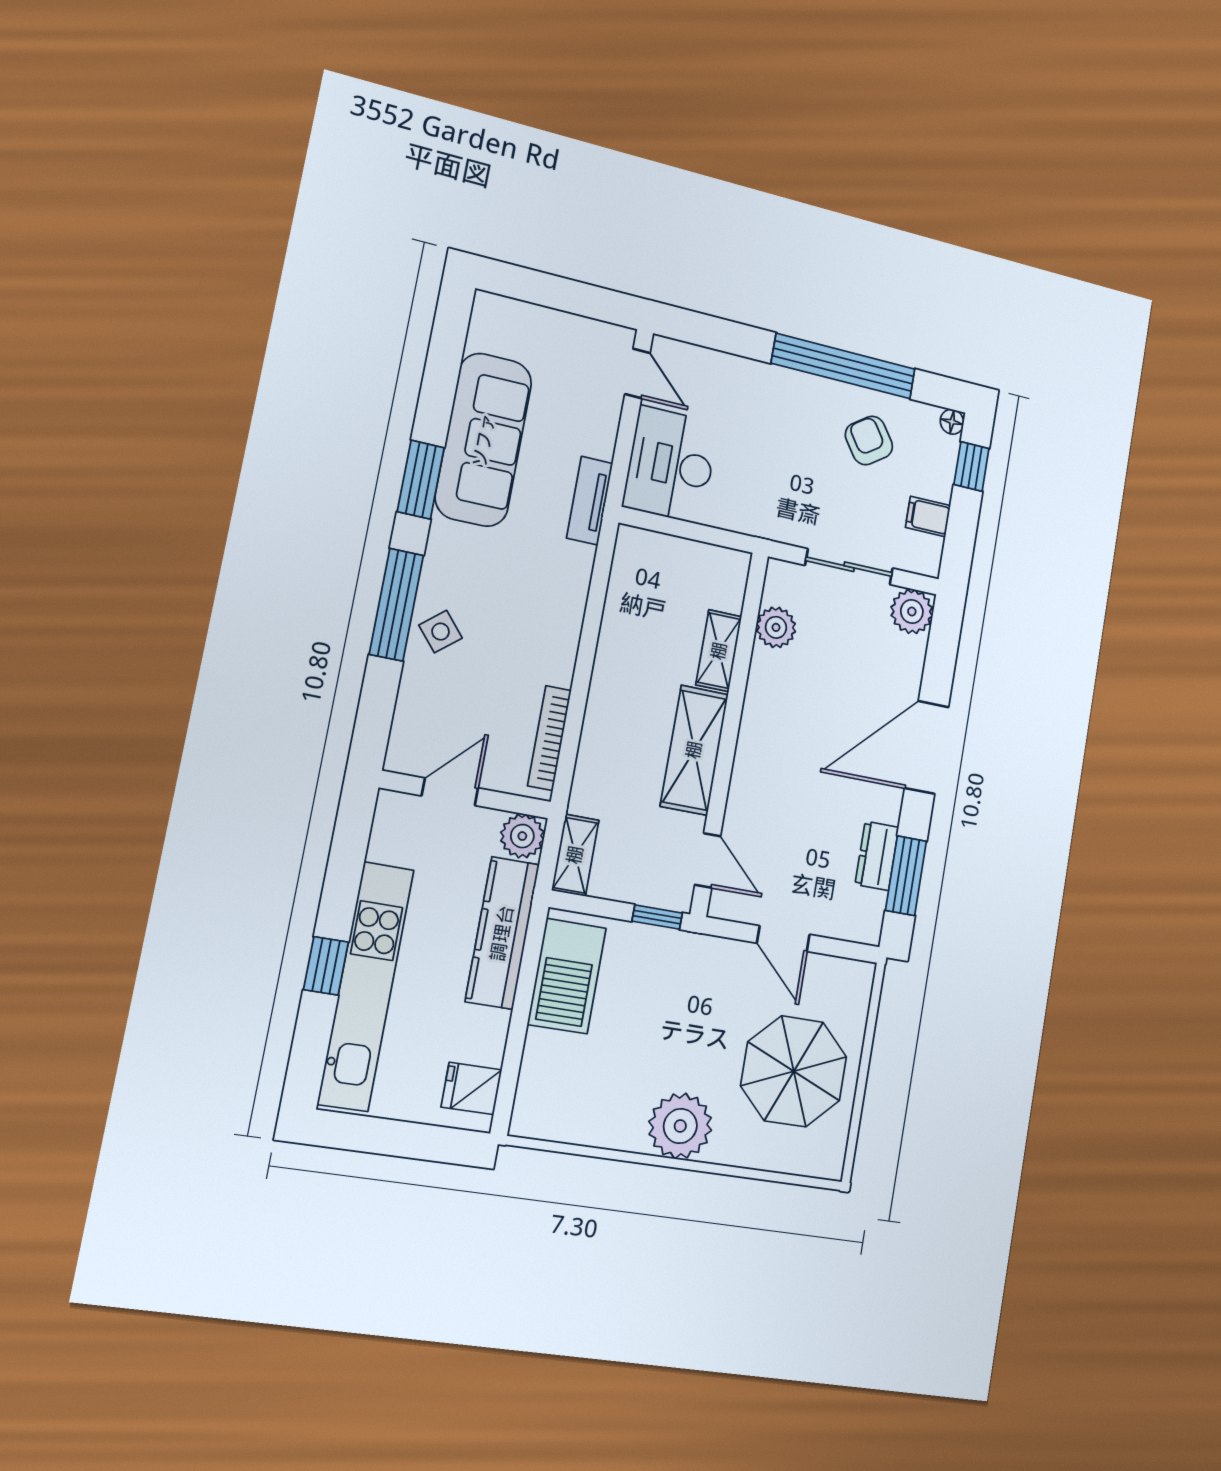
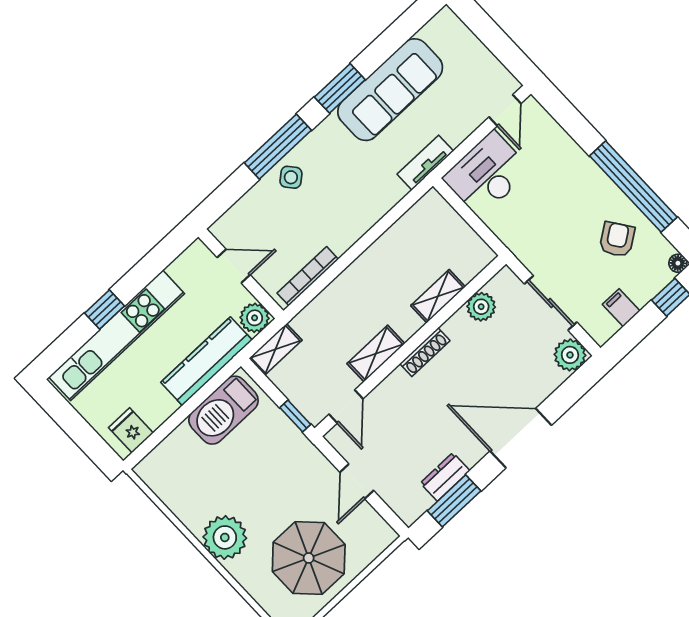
shoe rack: (751, 728) -> (425, 352), added
shelving: (694, 750) -> (376, 354), width x0.67, depth x0.75

